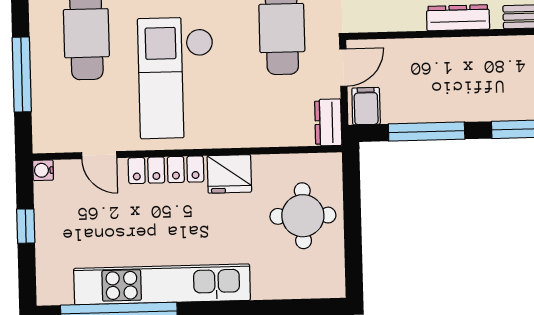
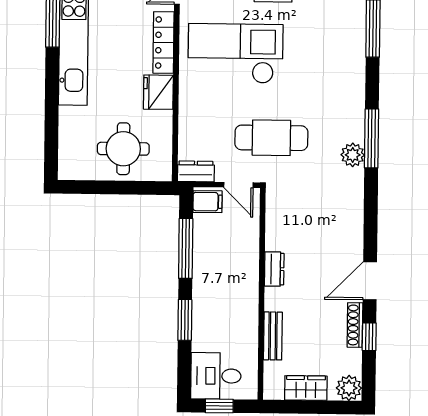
dresser: (458, 18) -> (274, 269), width x0.70

